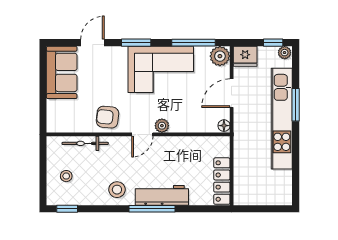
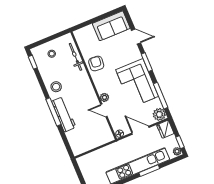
door: (142, 134) -> (104, 110), moved
locker: (222, 181) -> (87, 146), removed

